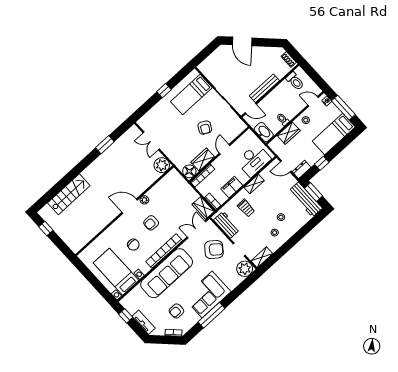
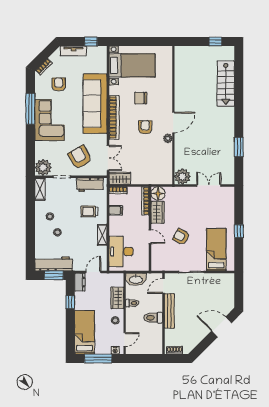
toilet: (295, 81) -> (153, 318), moved
filing cabinet: (232, 187) -> (116, 210), width x0.50
armchair: (214, 250) -> (80, 157), turned 112

